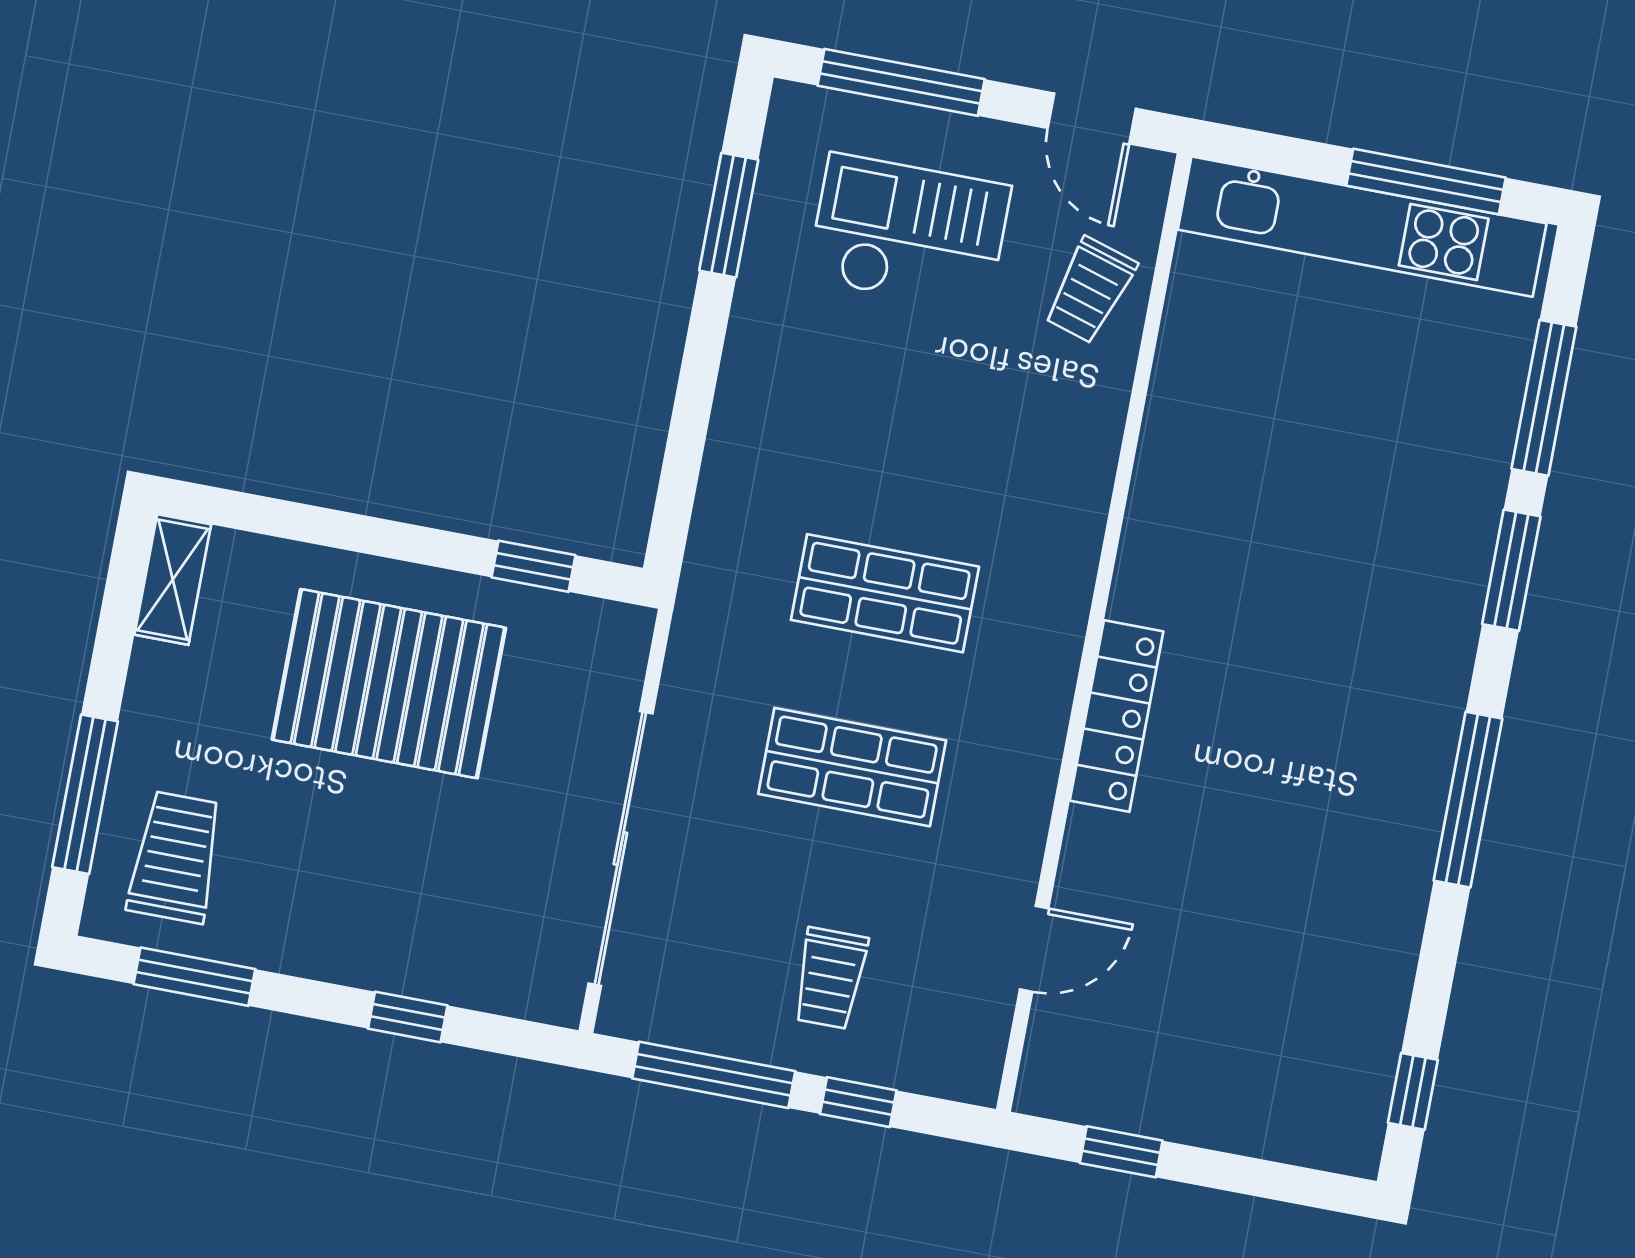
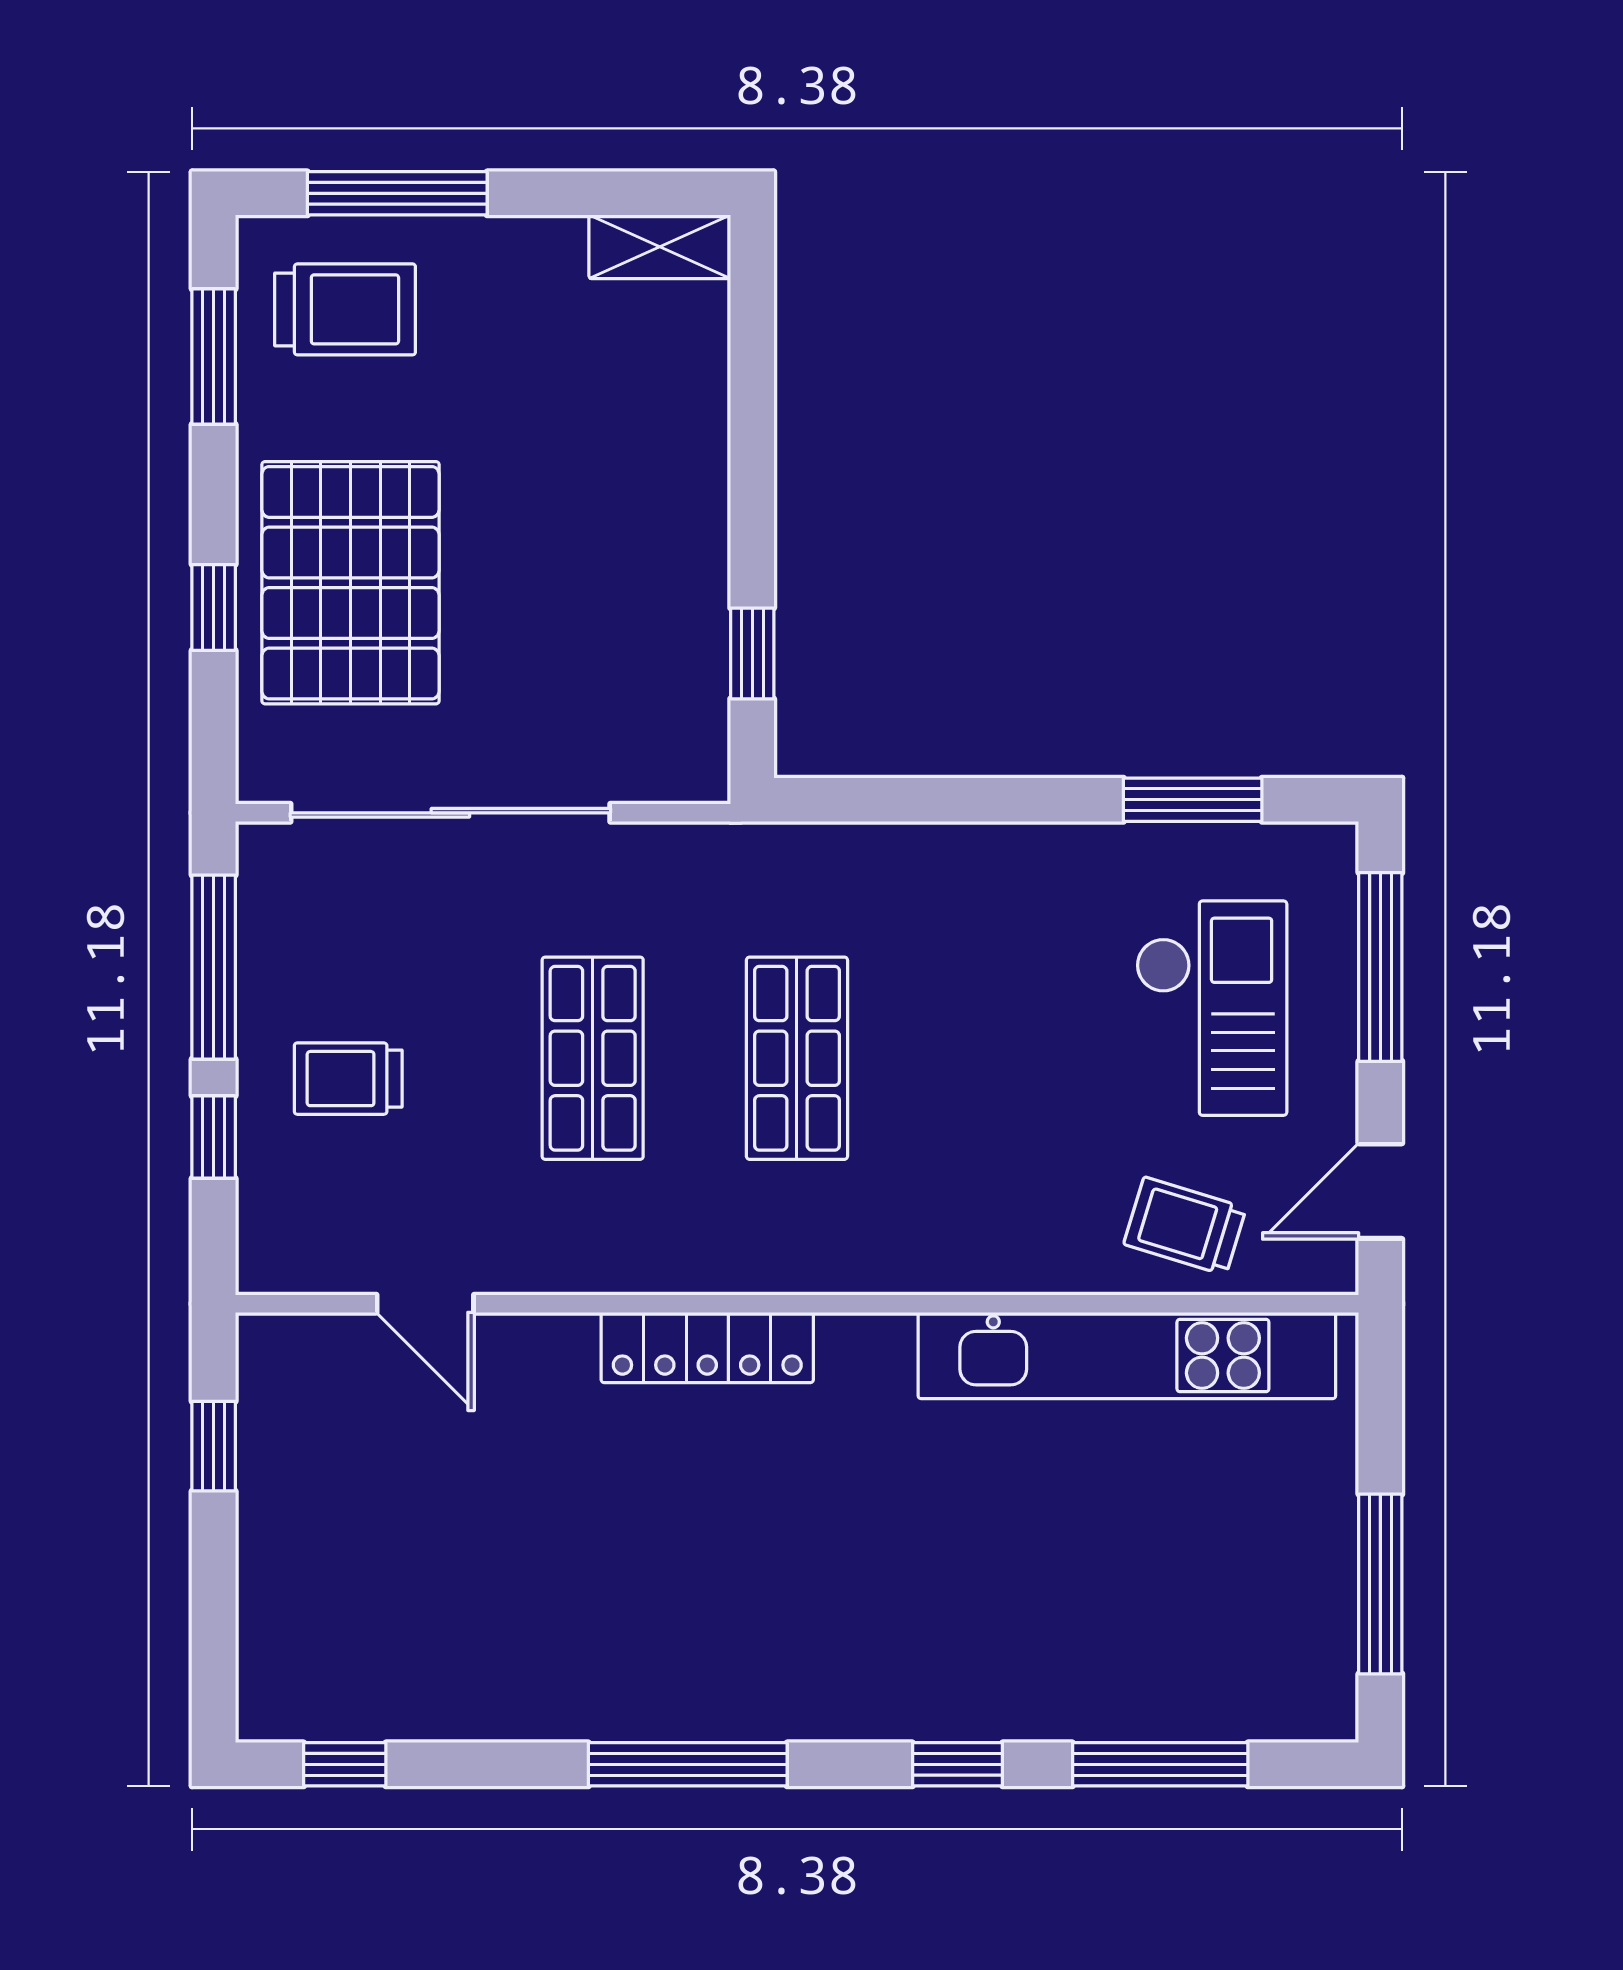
kitchen unit: (1362, 227) -> (1127, 1355), moved, turned -90
window: (1511, 570) -> (957, 1764), width x0.67
pallet: (389, 684) -> (351, 583), moved

